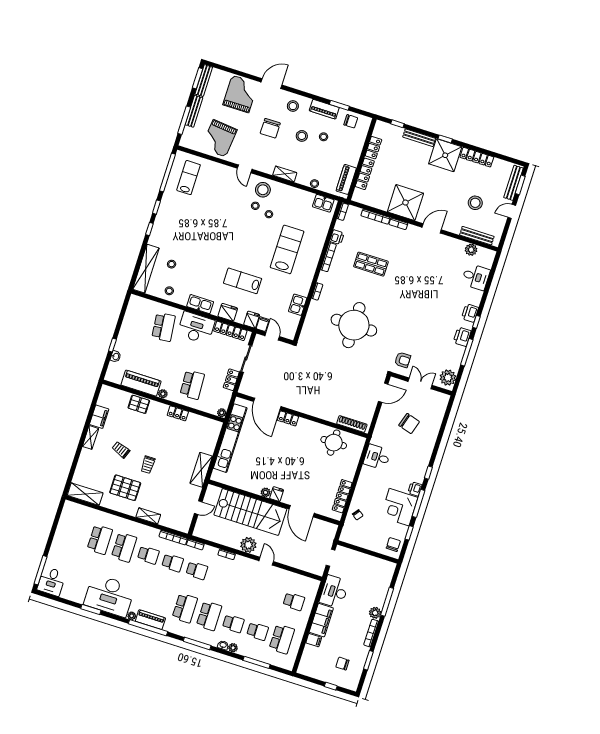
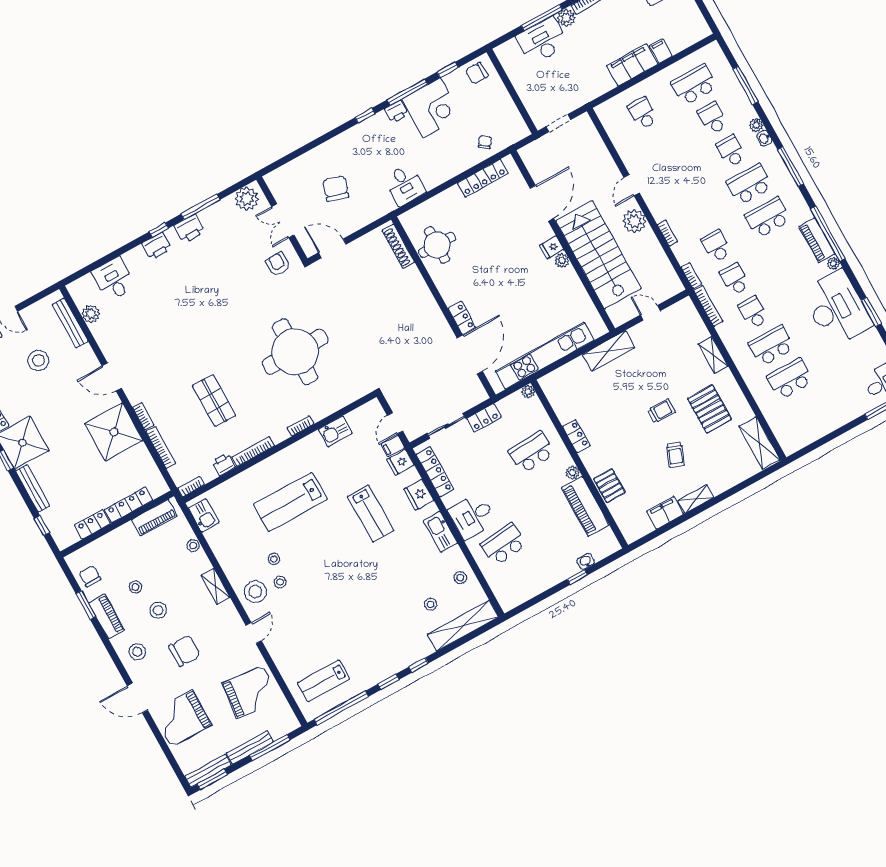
desk: (196, 328) -> (472, 516), width x0.73
desk: (334, 592) -> (542, 41), moved, turned 180

